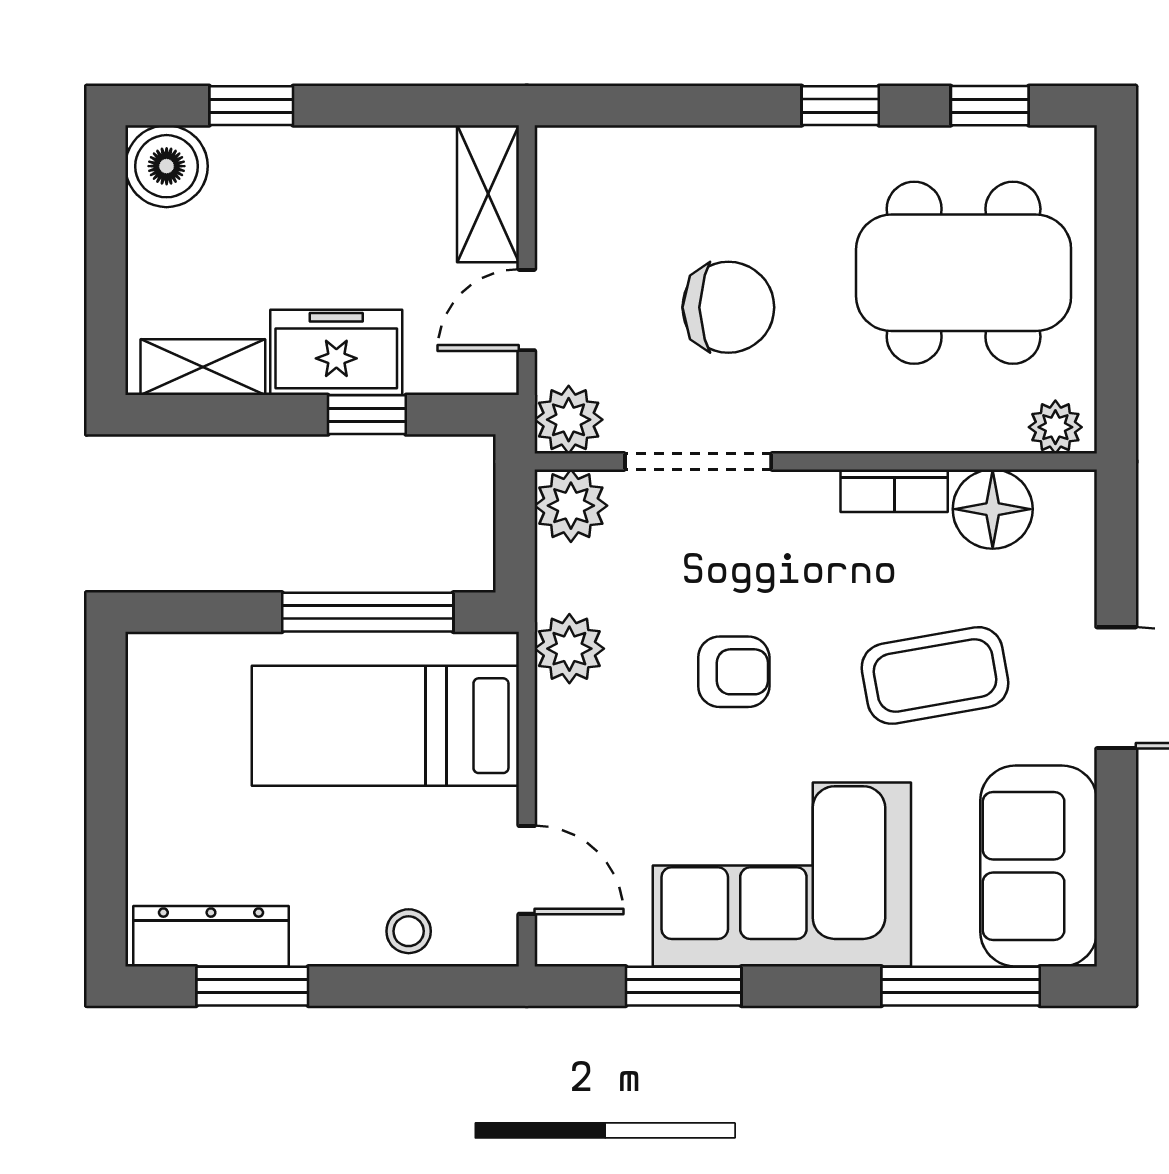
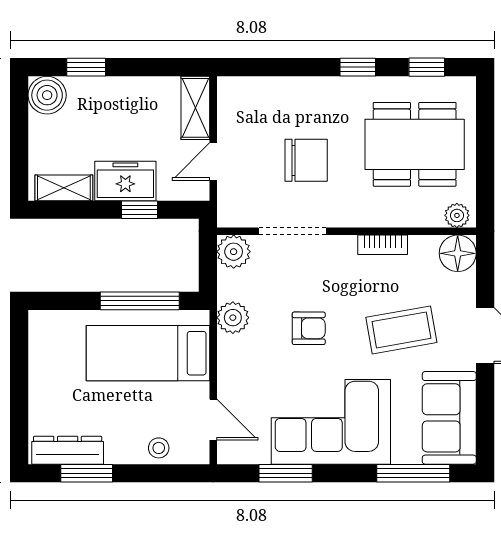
plant: (569, 420) -> (232, 212), removed
floor lamp: (993, 509) -> (458, 253), moved

